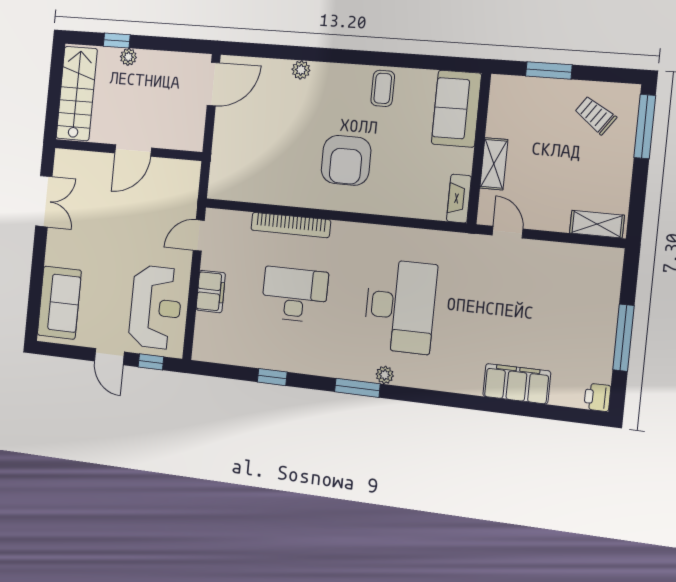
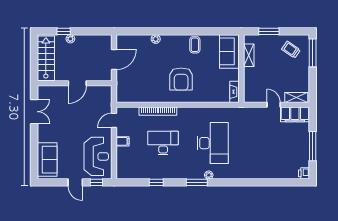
door: (213, 84) -> (114, 60), moved
shelving: (494, 164) -> (249, 55), moved
door: (508, 232) -> (274, 105), moved
filing cabinet: (211, 291) -> (123, 141), width x0.50
filing cabinet: (517, 384) -> (295, 114), moved, turned 180

